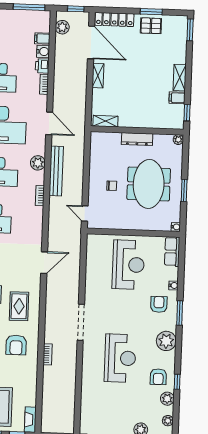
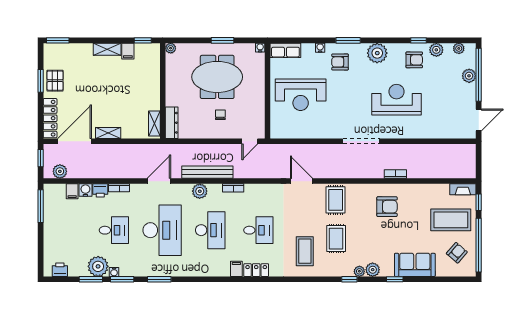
dresser: (137, 139) -> (172, 123), moved
reception desk: (128, 265) -> (301, 95), turned 180
rug: (19, 306) -> (336, 200), moved, turned 90

